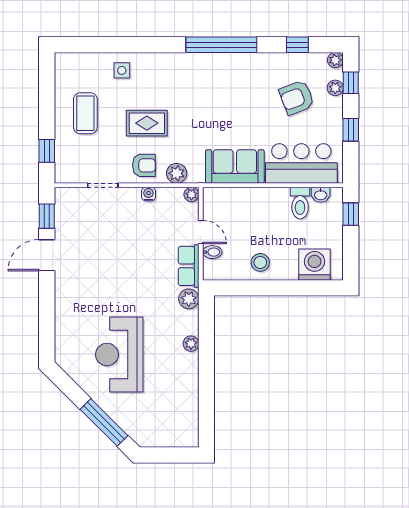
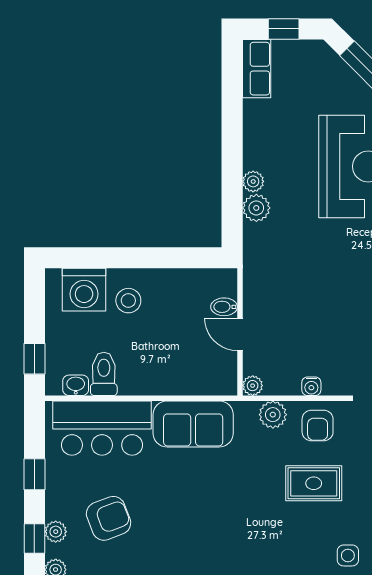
armchair: (144, 165) -> (318, 426), turned -90
stool: (260, 262) -> (128, 301), moved
row of seats: (189, 266) -> (257, 69), moved
plant: (189, 299) -> (256, 208), moved
window: (169, 455) -> (284, 29), added

